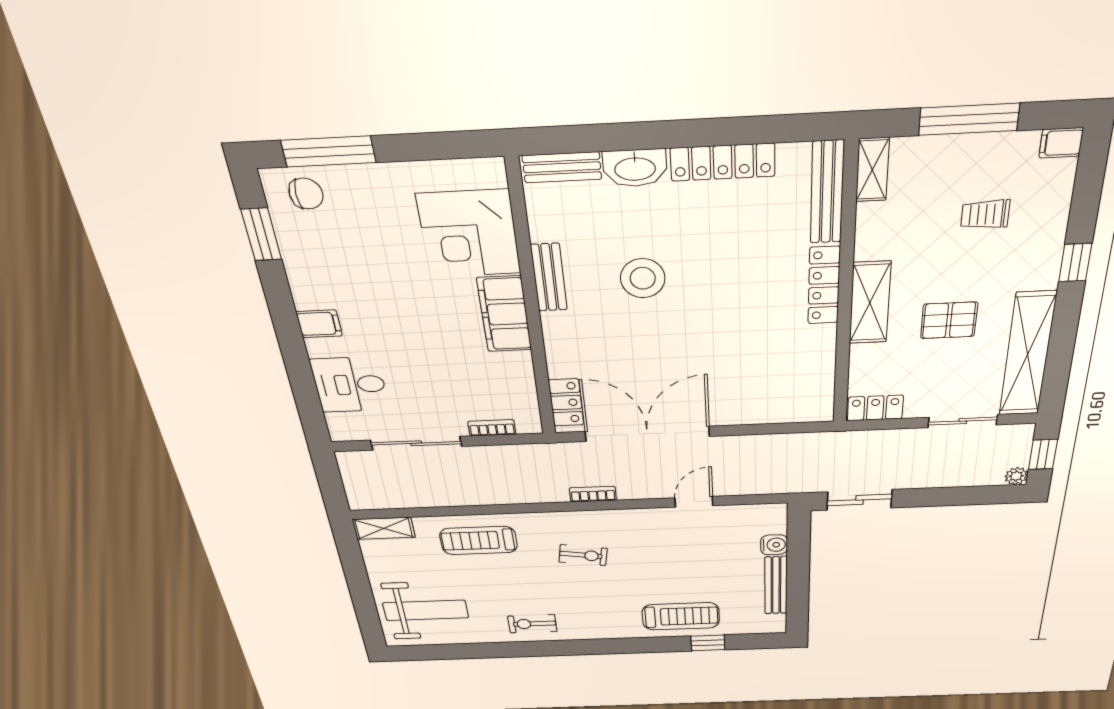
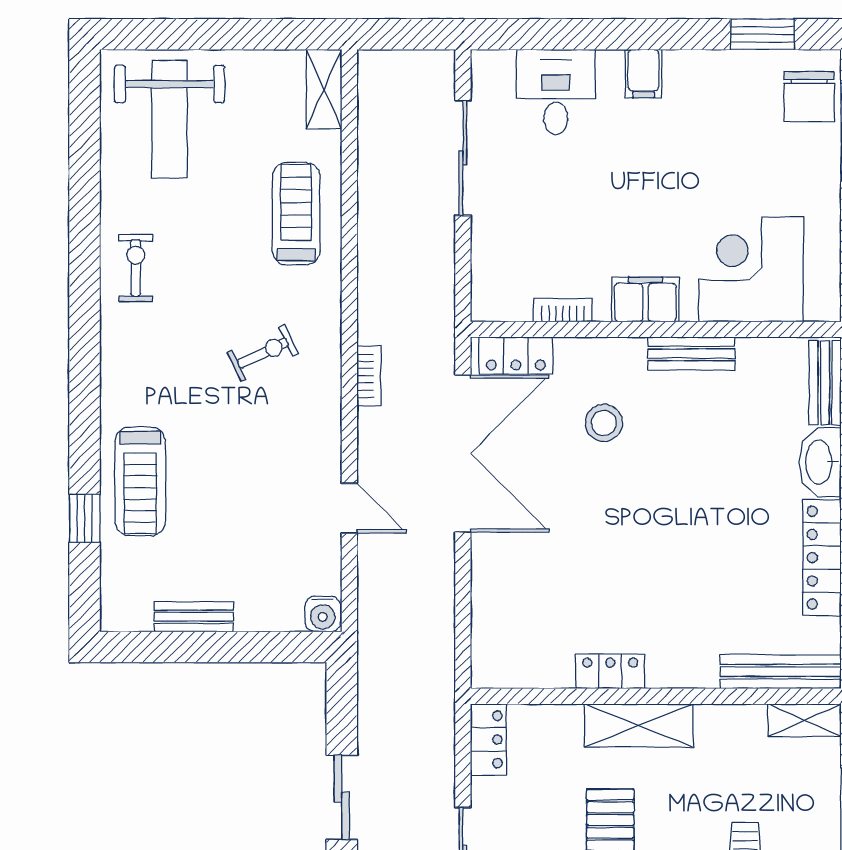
chair: (306, 194) -> (809, 96), width x1.37, depth x1.37
stool: (643, 278) -> (604, 423), moved, width x0.73, depth x0.73
locker: (824, 285) -> (610, 671), moved, width x0.66
filing cabinet: (504, 314) -> (645, 299), width x0.67, depth x0.86
bookcase: (492, 428) -> (563, 310), moved, turned -90
sliding door: (859, 500) -> (342, 797), moved
water cooler: (774, 545) -> (323, 614), moved
exercise bike: (583, 555) -> (263, 353), turned -125
bench: (776, 585) -> (194, 617), width x0.73

